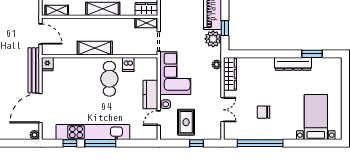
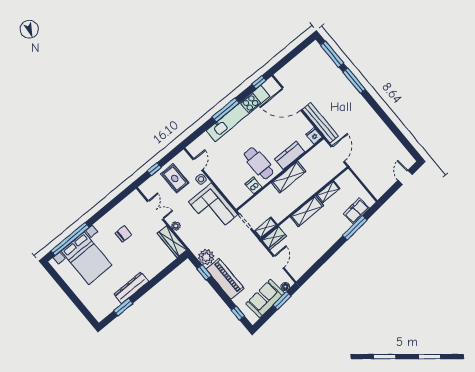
shelving: (57, 10) -> (328, 192), moved
door: (40, 34) -> (338, 154), swing flipped
plant: (217, 65) -> (176, 226), moved
kitchen counter: (150, 95) -> (290, 155), moved, turned -90
door: (40, 108) -> (292, 99), swing flipped
double door: (222, 110) -> (155, 210), swing flipped
bed with nightstands: (316, 117) -> (87, 258), width x1.36
plant: (35, 135) -> (280, 75), removed
window: (70, 143) -> (259, 82), moved
window: (260, 143) -> (70, 239), moved

